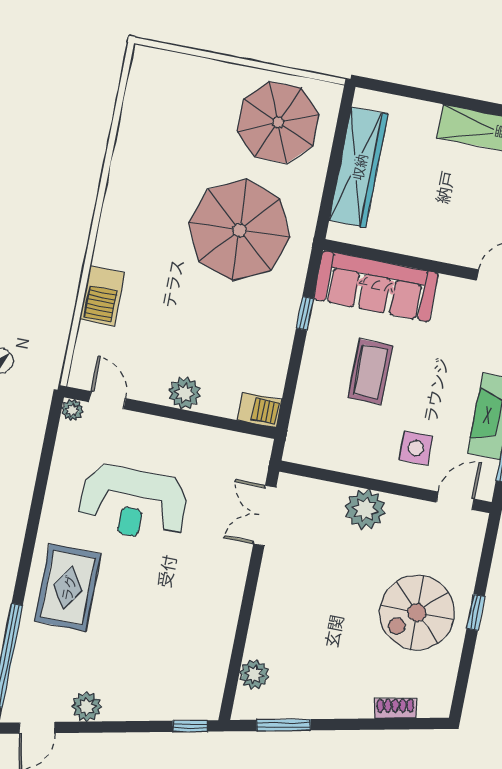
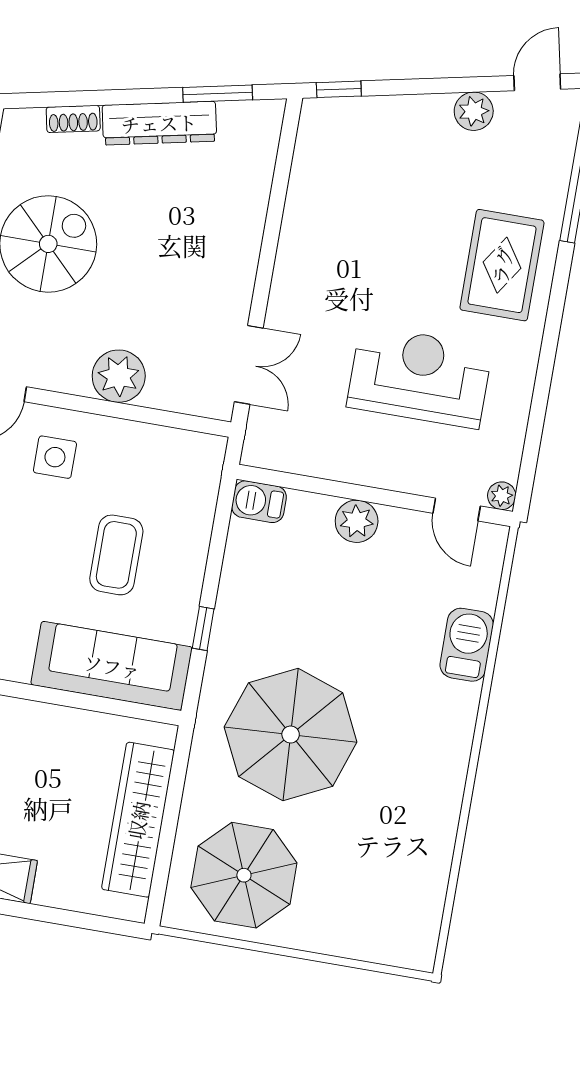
plant: (254, 675) -> (257, 158), removed
dresser: (329, 703) -> (159, 123), added

